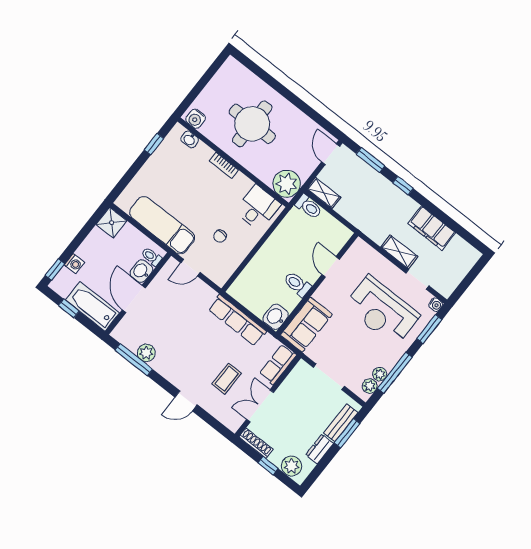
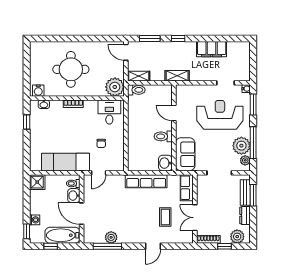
shelving: (399, 252) -> (177, 76), moved
reception desk: (382, 311) -> (220, 115), turned 180
plant: (380, 374) -> (241, 146), width x1.88, depth x1.88

